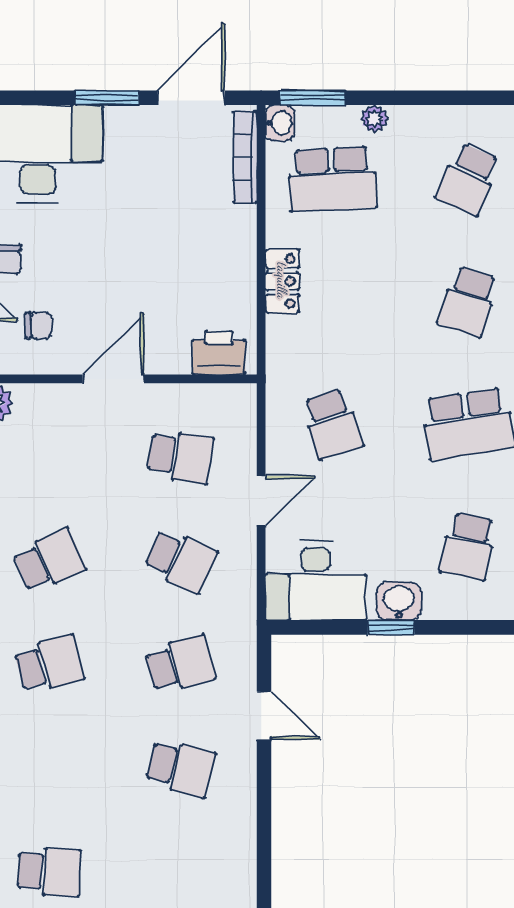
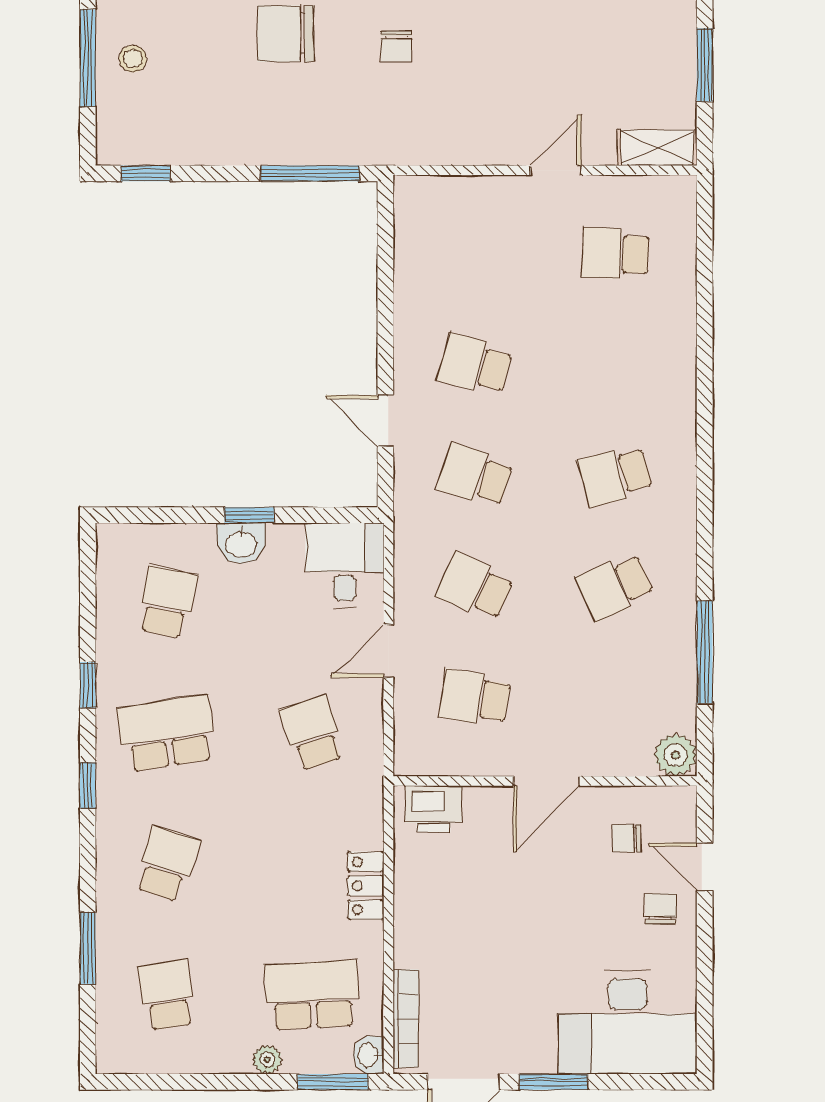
school desk: (468, 179) -> (167, 995), turned -33
desk: (316, 581) -> (345, 565), width x0.73
school desk: (180, 664) -> (475, 476), turned 33

